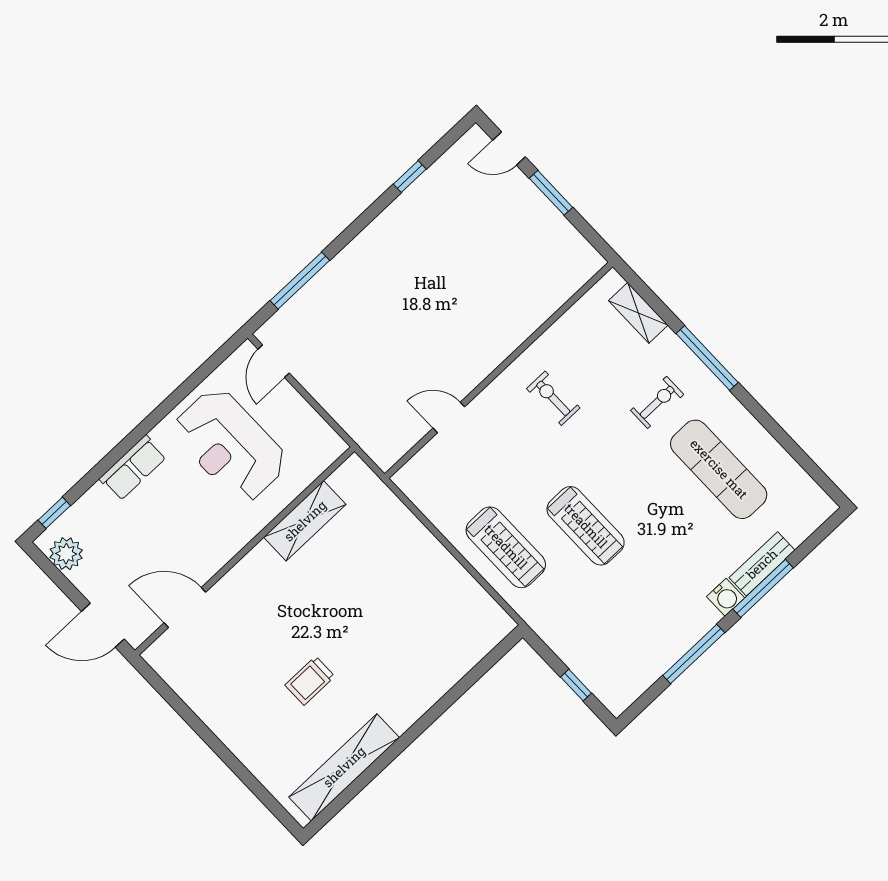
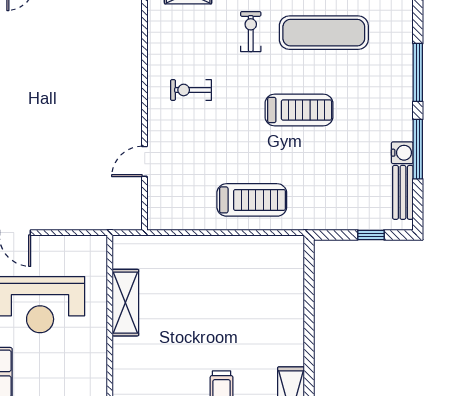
treadmill: (586, 526) -> (299, 110), moved
bench: (762, 564) -> (403, 192), moved
water cooler: (726, 597) -> (402, 153), moved

